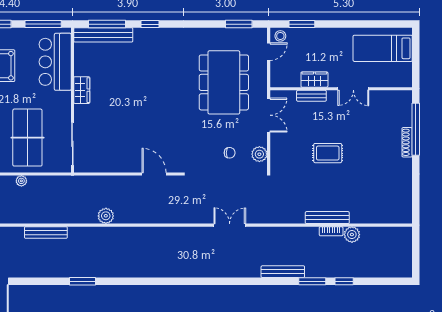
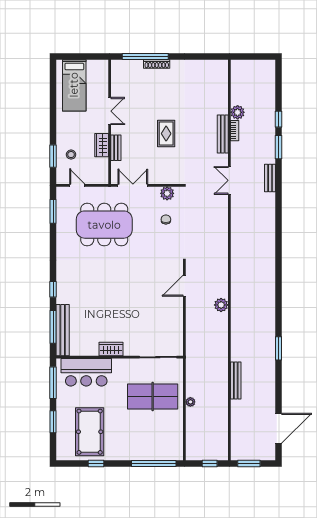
stool: (280, 36) -> (71, 155), moved
plant: (106, 216) -> (221, 305), moved
double door: (230, 225) -> (229, 180), moved
bench: (283, 272) -> (270, 178), width x0.73

